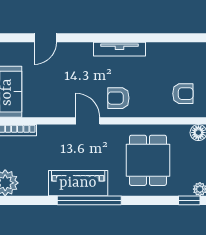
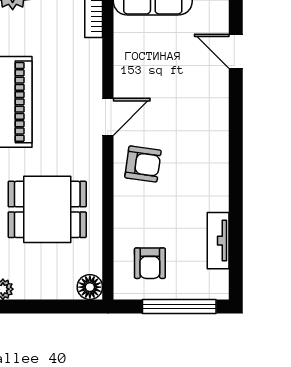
tv unit: (119, 49) -> (218, 241), moved, width x0.71
armchair: (118, 98) -> (143, 164), turned 98

